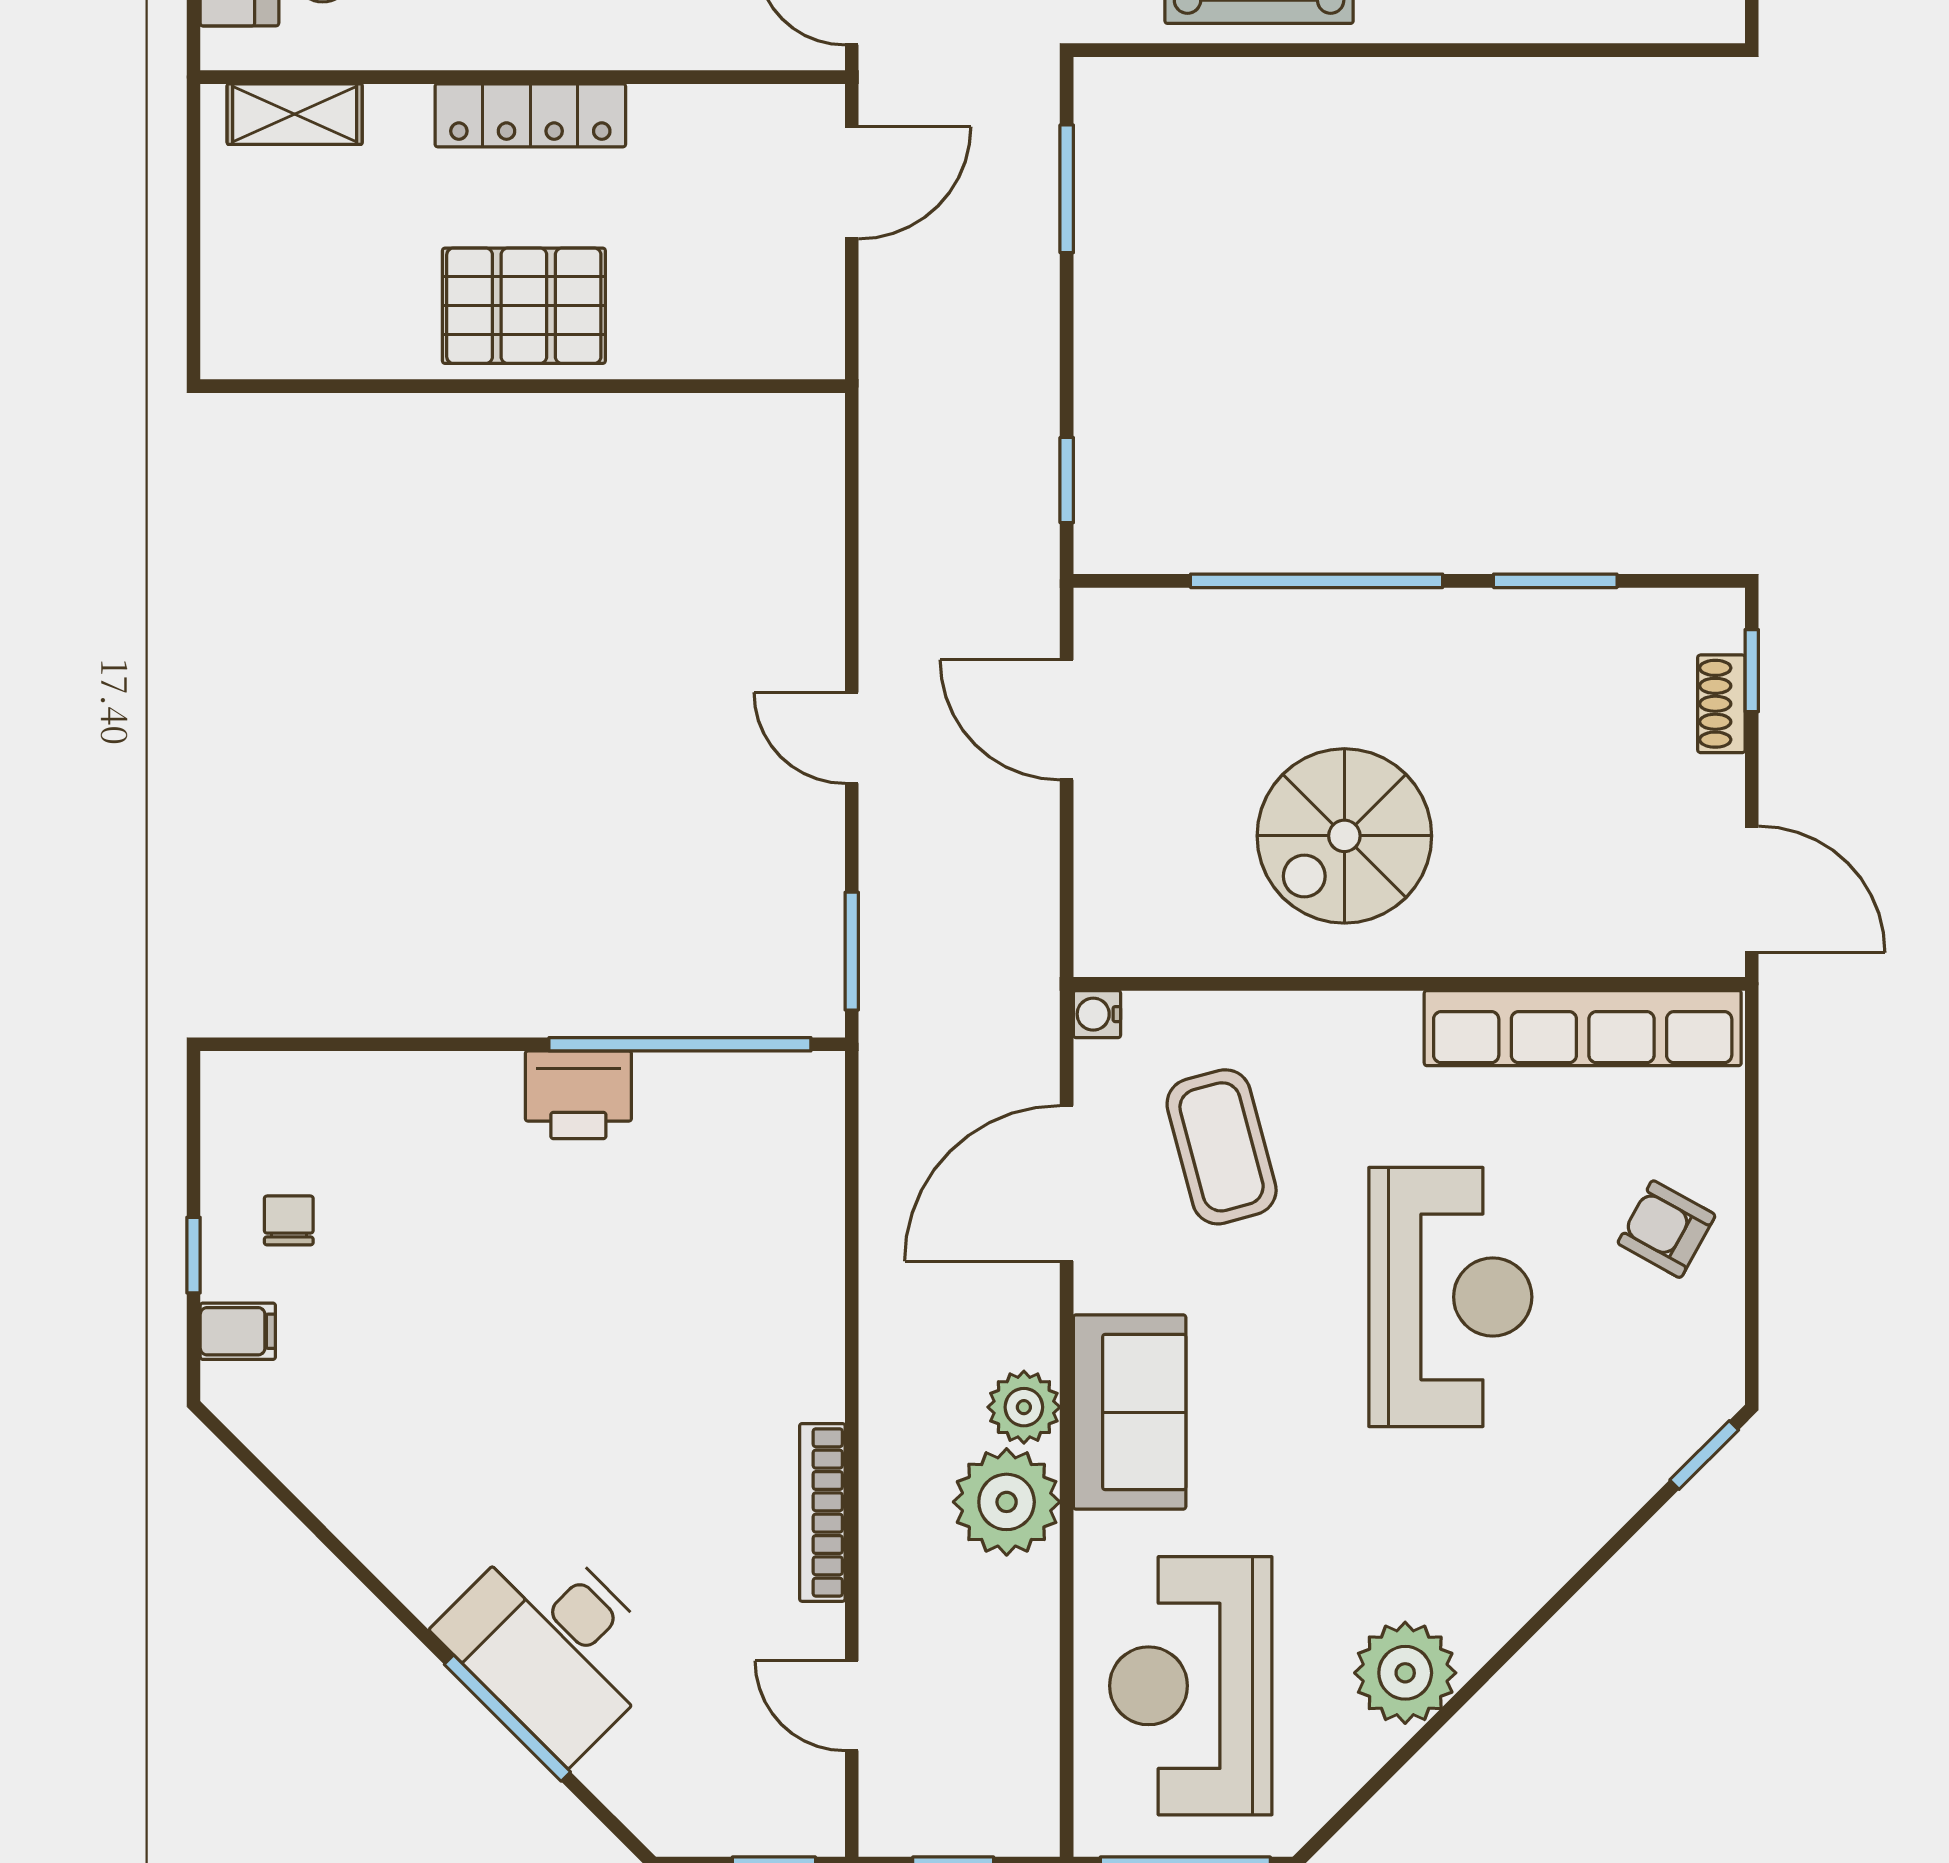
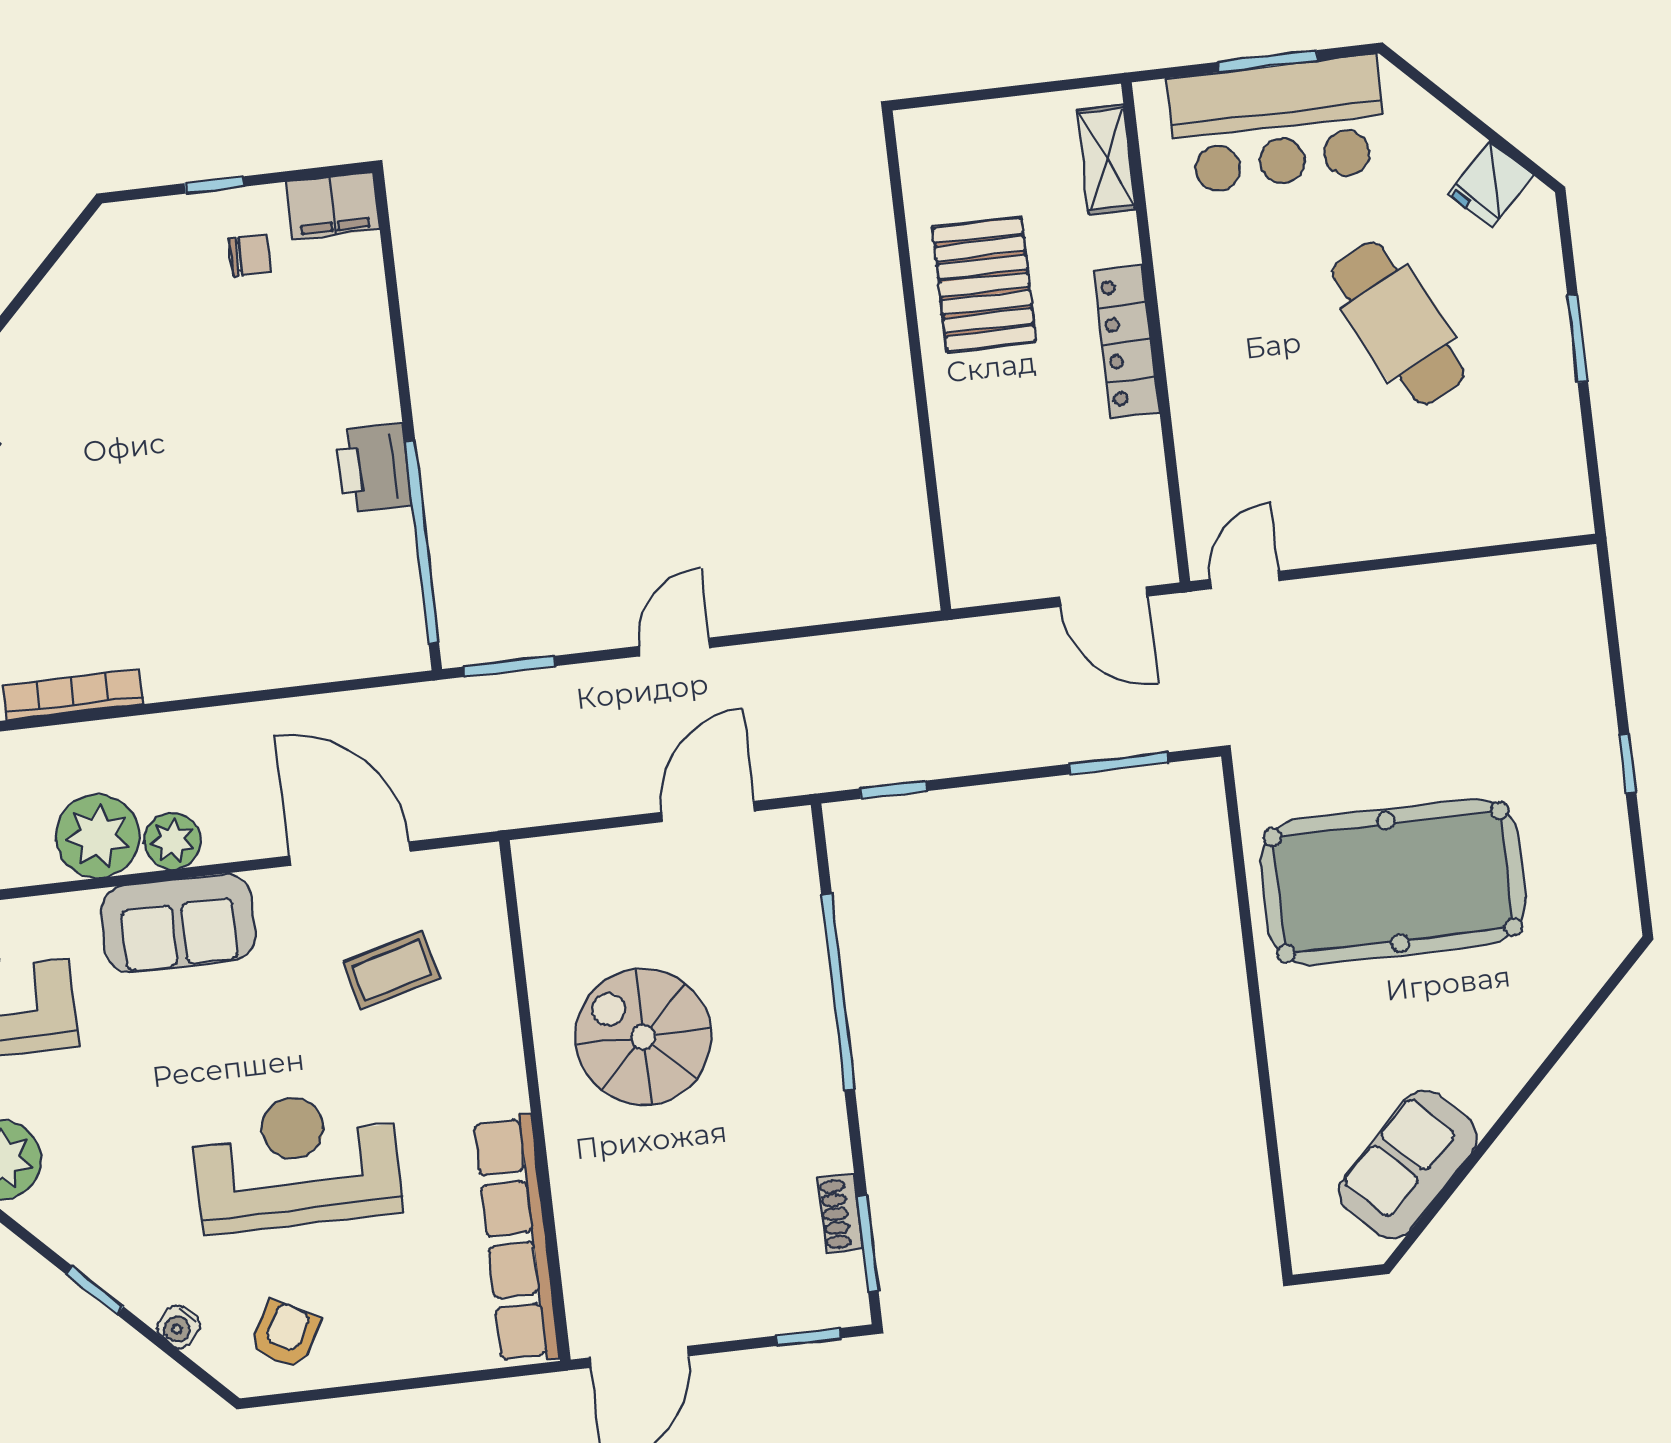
pallet: (524, 306) -> (984, 285), moved
window: (1555, 581) -> (868, 1244), moved
shoe rack: (1721, 704) -> (840, 1213), moved, turned -90
water cooler: (1097, 1014) -> (179, 1327), moved, turned -135
coffee table: (1222, 1147) -> (392, 970), width x0.73, depth x0.77
armchair: (1666, 1229) -> (285, 1334), moved
reception desk: (1450, 1297) -> (296, 1161), turned 180
filing cabinet: (238, 1331) -> (333, 206), moved, width x2.00
window: (1704, 1455) -> (95, 1290), moved

